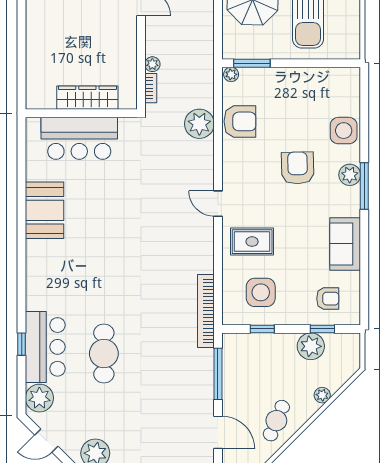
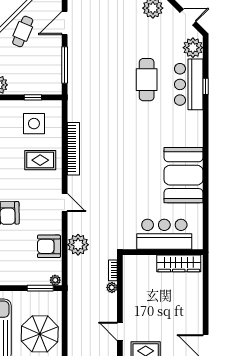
wardrobe: (87, 98) -> (179, 263), moved
door: (218, 204) -> (65, 202), moved
booth: (44, 210) -> (184, 175), width x1.36, depth x1.42
bookcase: (206, 311) -> (73, 149), moved
door: (218, 432) -> (65, 23), hinge flipped

